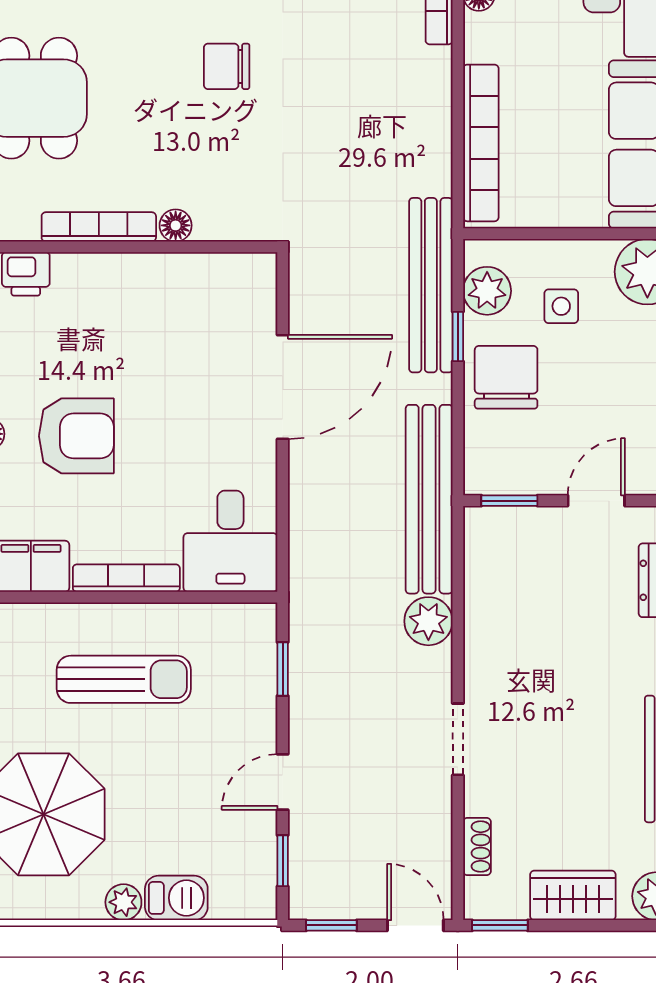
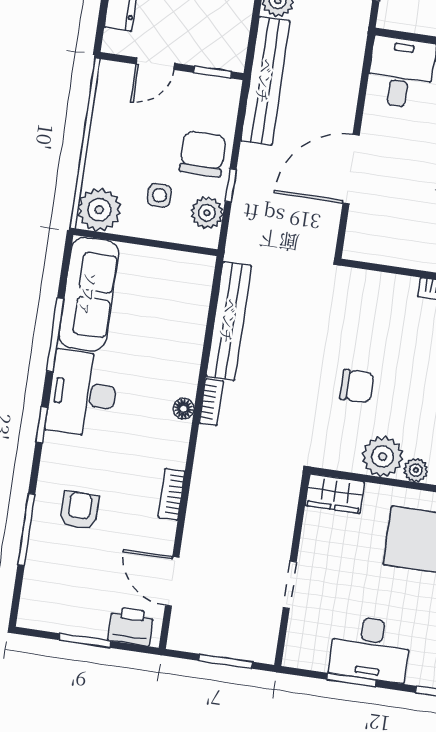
bookcase: (481, 143) -> (197, 311), removed
floor lamp: (176, 225) -> (406, 286), removed
bench: (431, 285) -> (229, 321), moved
chair: (506, 377) -> (203, 154), turned 180

